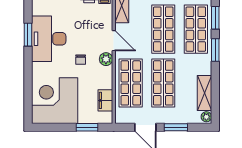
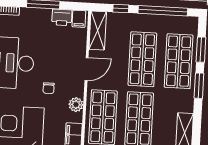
door: (114, 41) -> (87, 69), hinge flipped
plant: (106, 59) -> (76, 105), moved

